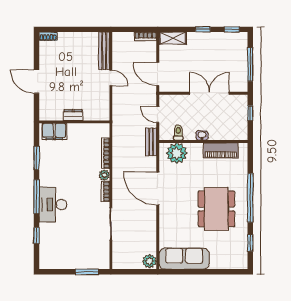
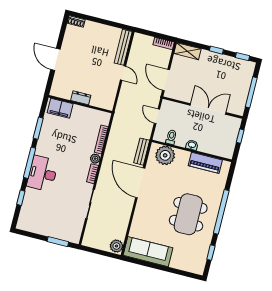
bench: (151, 142) -> (142, 152), moved

